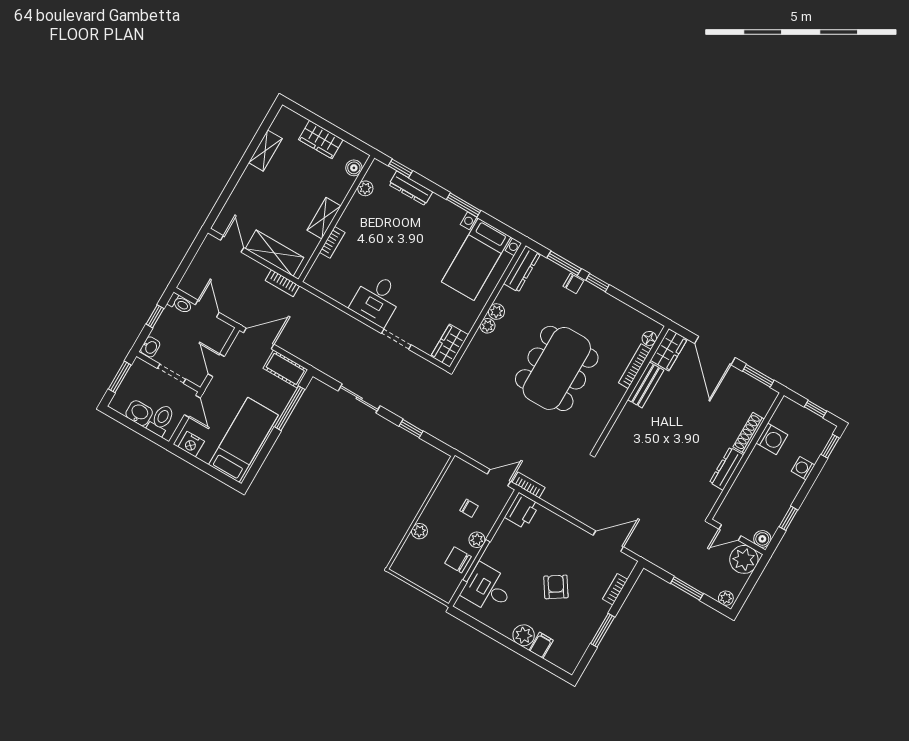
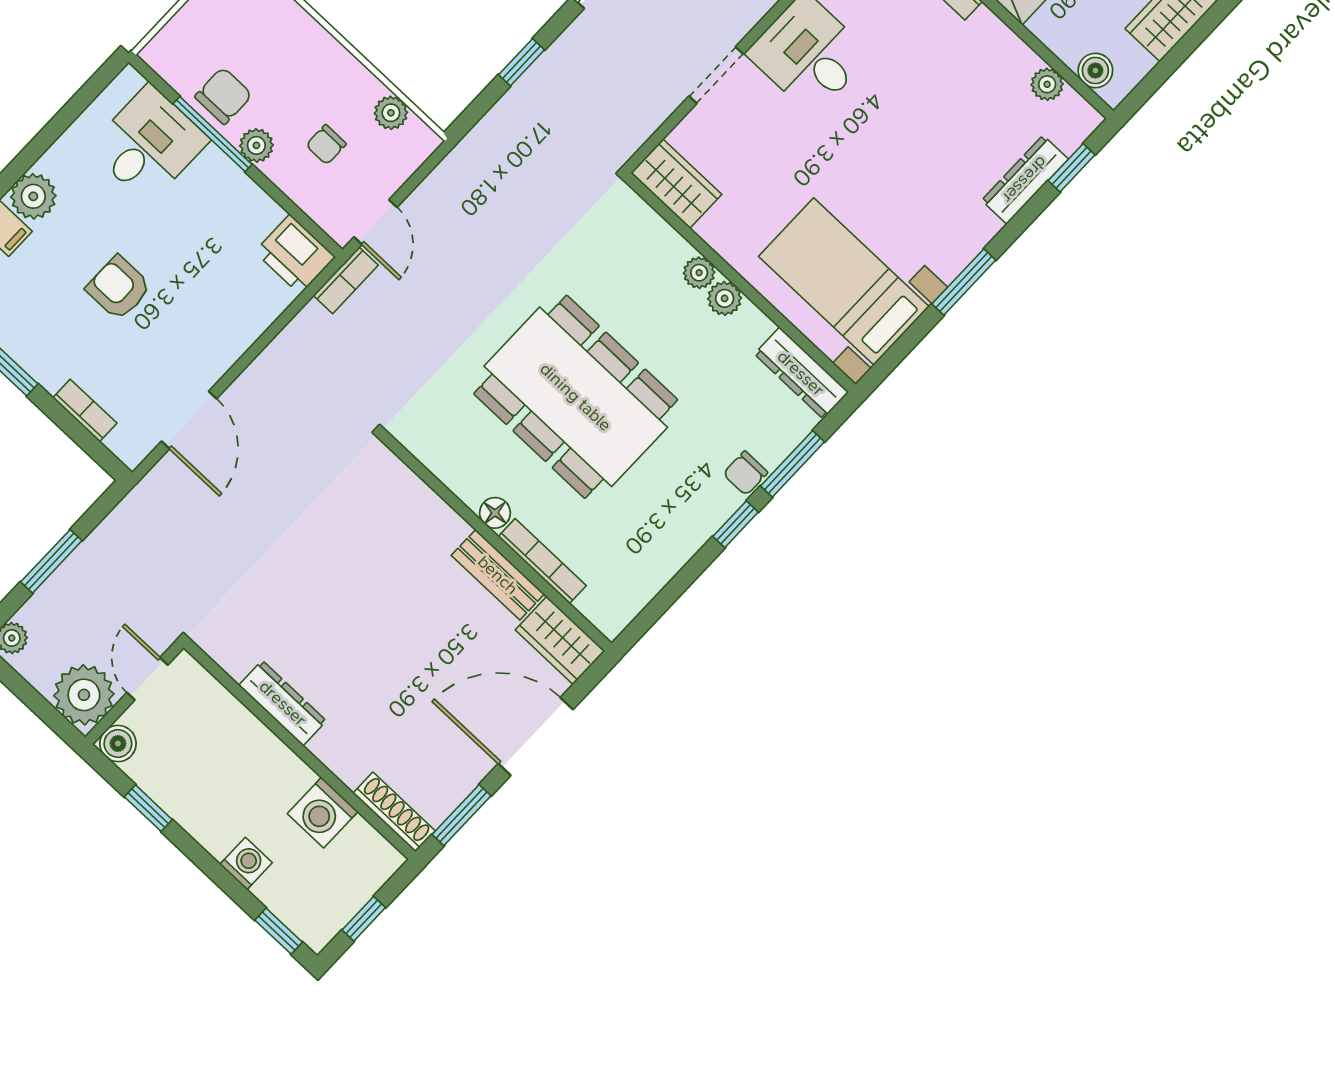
floor lamp: (649, 338) -> (495, 513), moved
shoe rack: (749, 433) -> (394, 812), moved
plant: (419, 531) -> (391, 113), moved
armchair: (556, 587) -> (119, 288), turned -147

